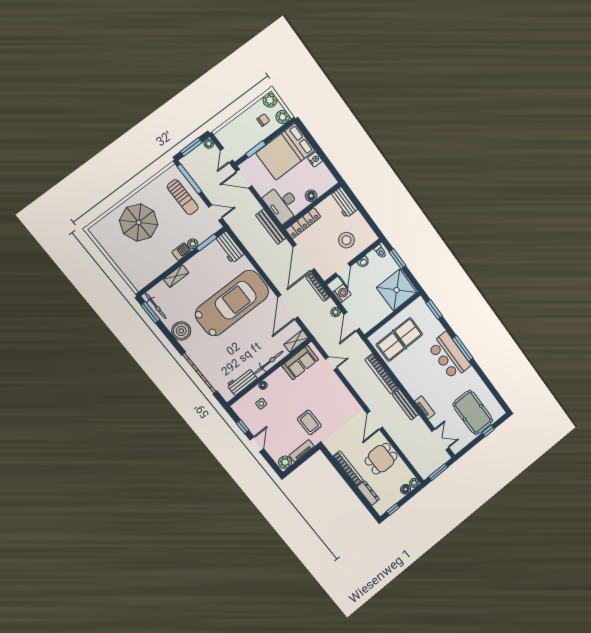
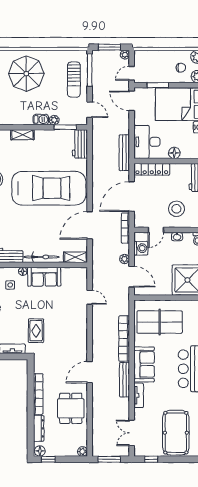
door: (352, 322) -> (132, 277), swing flipped
sofa: (300, 363) -> (44, 277), moved
sofa: (412, 381) -> (144, 364), added
window: (488, 431) -> (151, 459), moved
double door: (440, 439) -> (132, 433), swing flipped
dining table: (381, 459) -> (71, 408), turned 90
floor lamp: (406, 489) -> (40, 451), moved

